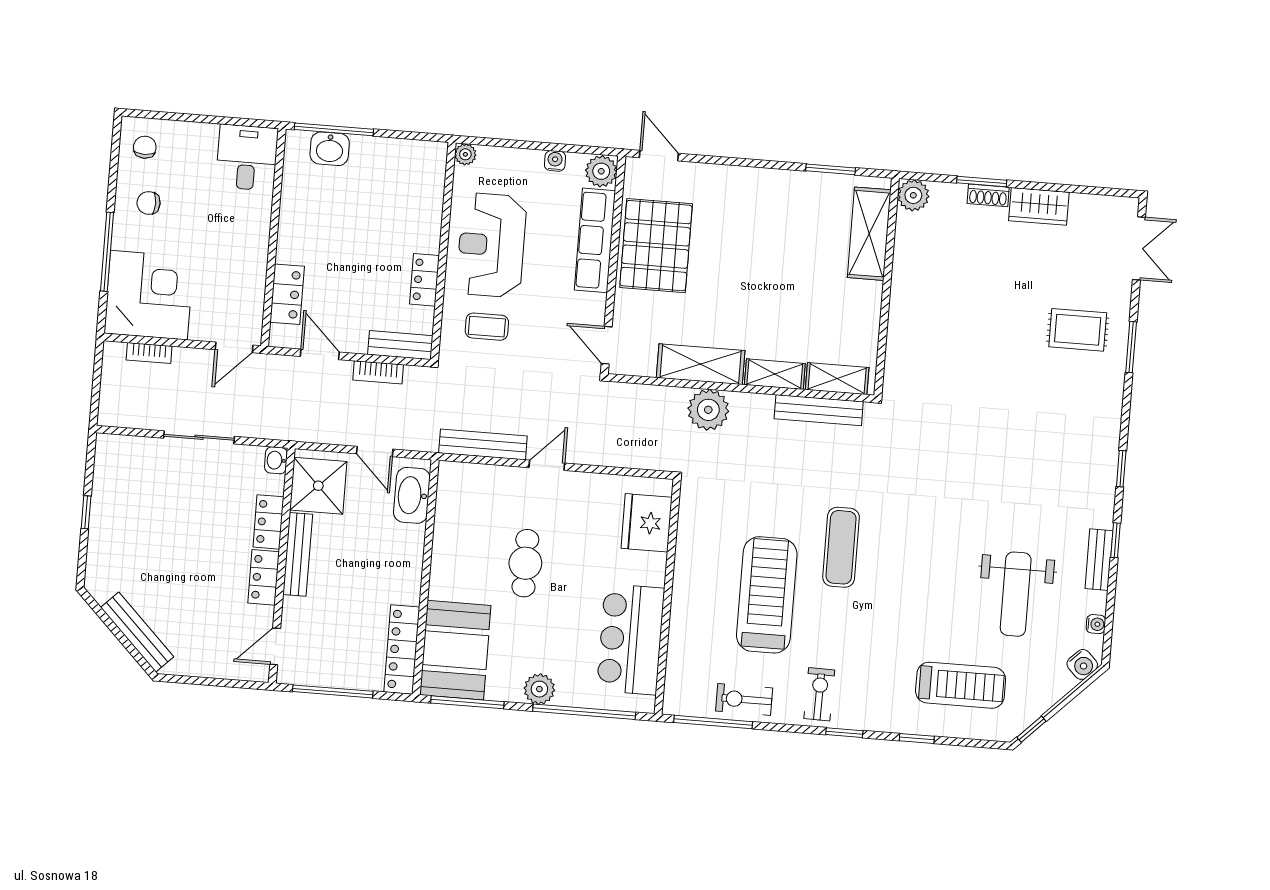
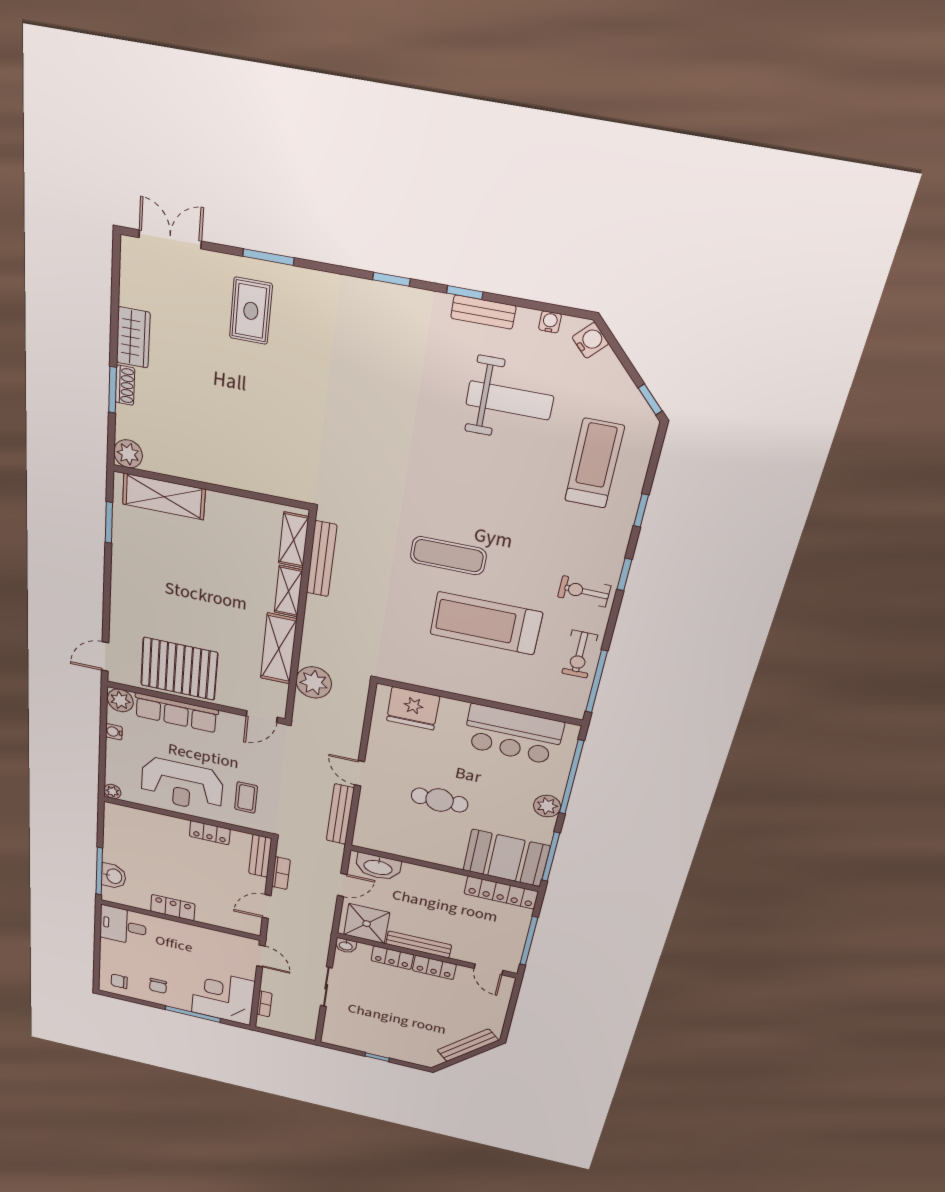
locker: (287, 294) -> (173, 908), moved
plant: (708, 410) -> (314, 683), moved

